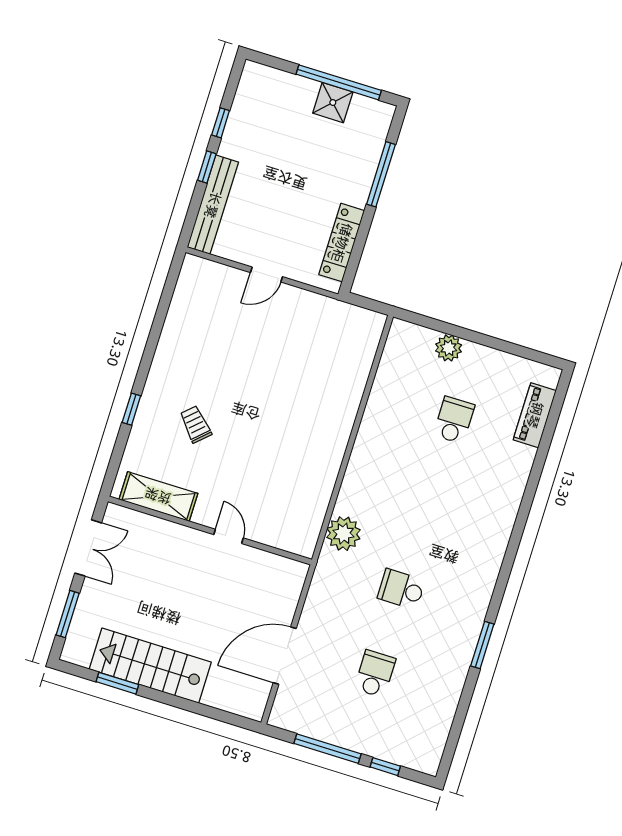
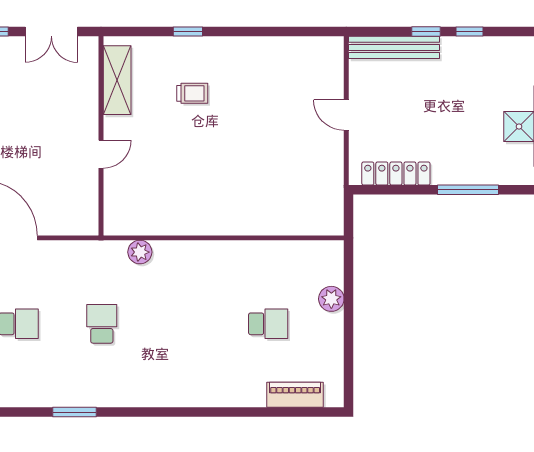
trolley: (196, 424) -> (192, 93), turned 43
plant: (343, 534) -> (140, 252), width x0.73, depth x0.73

